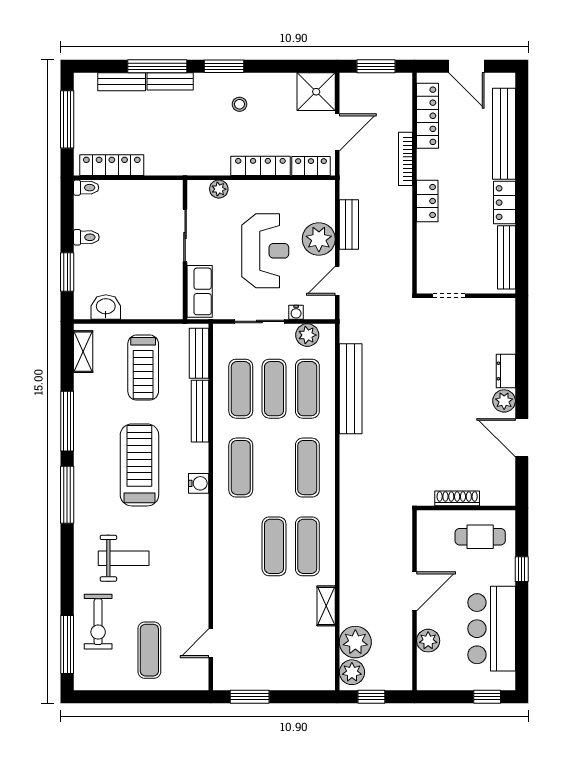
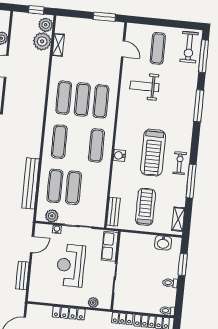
locker: (311, 166) -> (122, 318), moved
plant: (319, 239) -> (40, 269), removed
exercise mat: (241, 389) -> (101, 101), moved
bench: (200, 411) -> (116, 179), removed
exercise bike: (91, 451) -> (180, 163), added
water cooler: (199, 483) -> (119, 155), moved
window: (67, 495) -> (199, 106), moved
weight bench: (124, 558) -> (144, 86), moved
shelving: (326, 606) -> (58, 45), moved
exercise bike: (98, 622) -> (189, 47), moved, turned 180
door: (211, 643) -> (123, 49), hinge flipped

